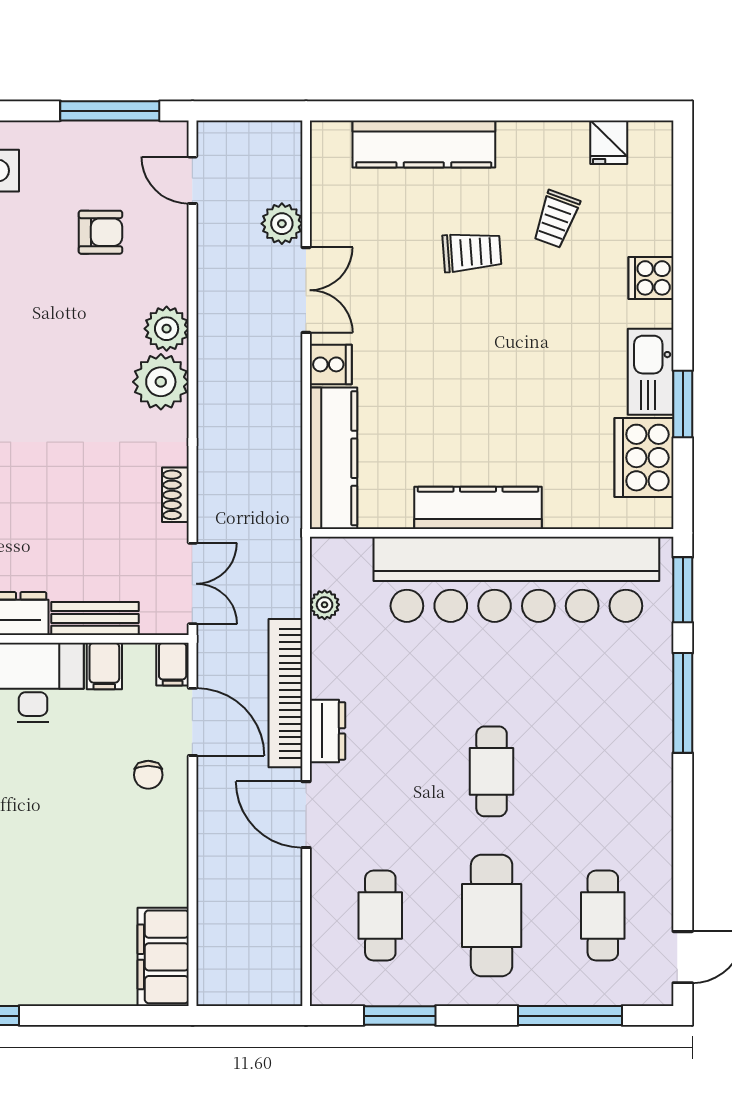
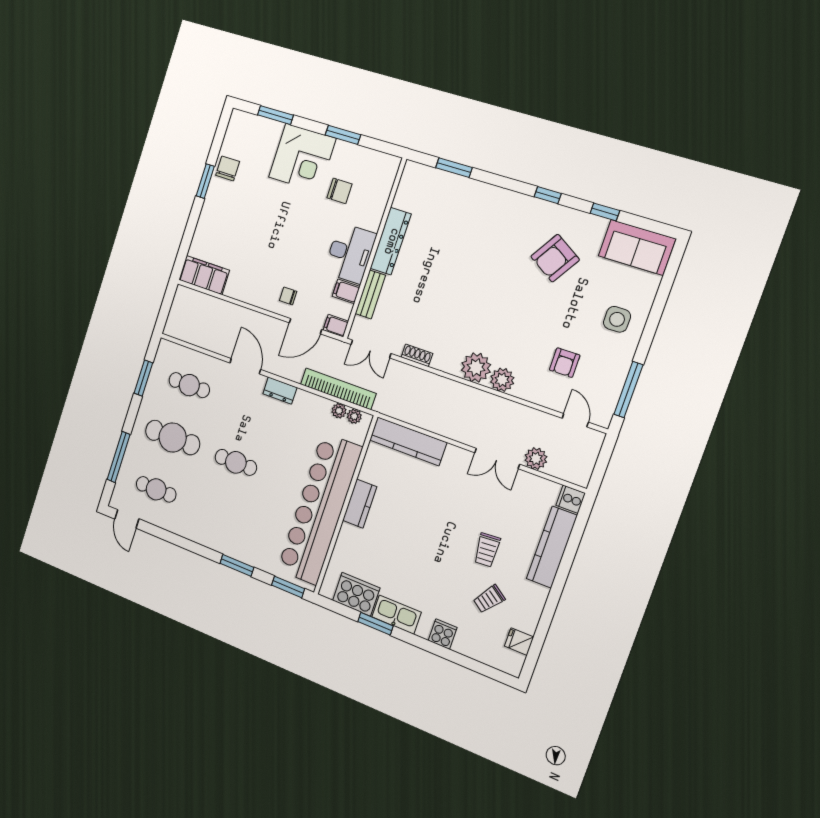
door: (192, 180) -> (575, 420), hinge flipped
trolley: (556, 219) -> (489, 599), turned -74
cooker: (331, 364) -> (571, 499), moved, turned 90
kitchen counter: (478, 508) -> (360, 504), width x0.67
plant: (324, 573) -> (354, 416), added
bookcase: (285, 693) -> (338, 389), moved
window: (683, 703) -> (237, 565), width x0.69
door: (306, 815) -> (245, 366), hinge flipped

